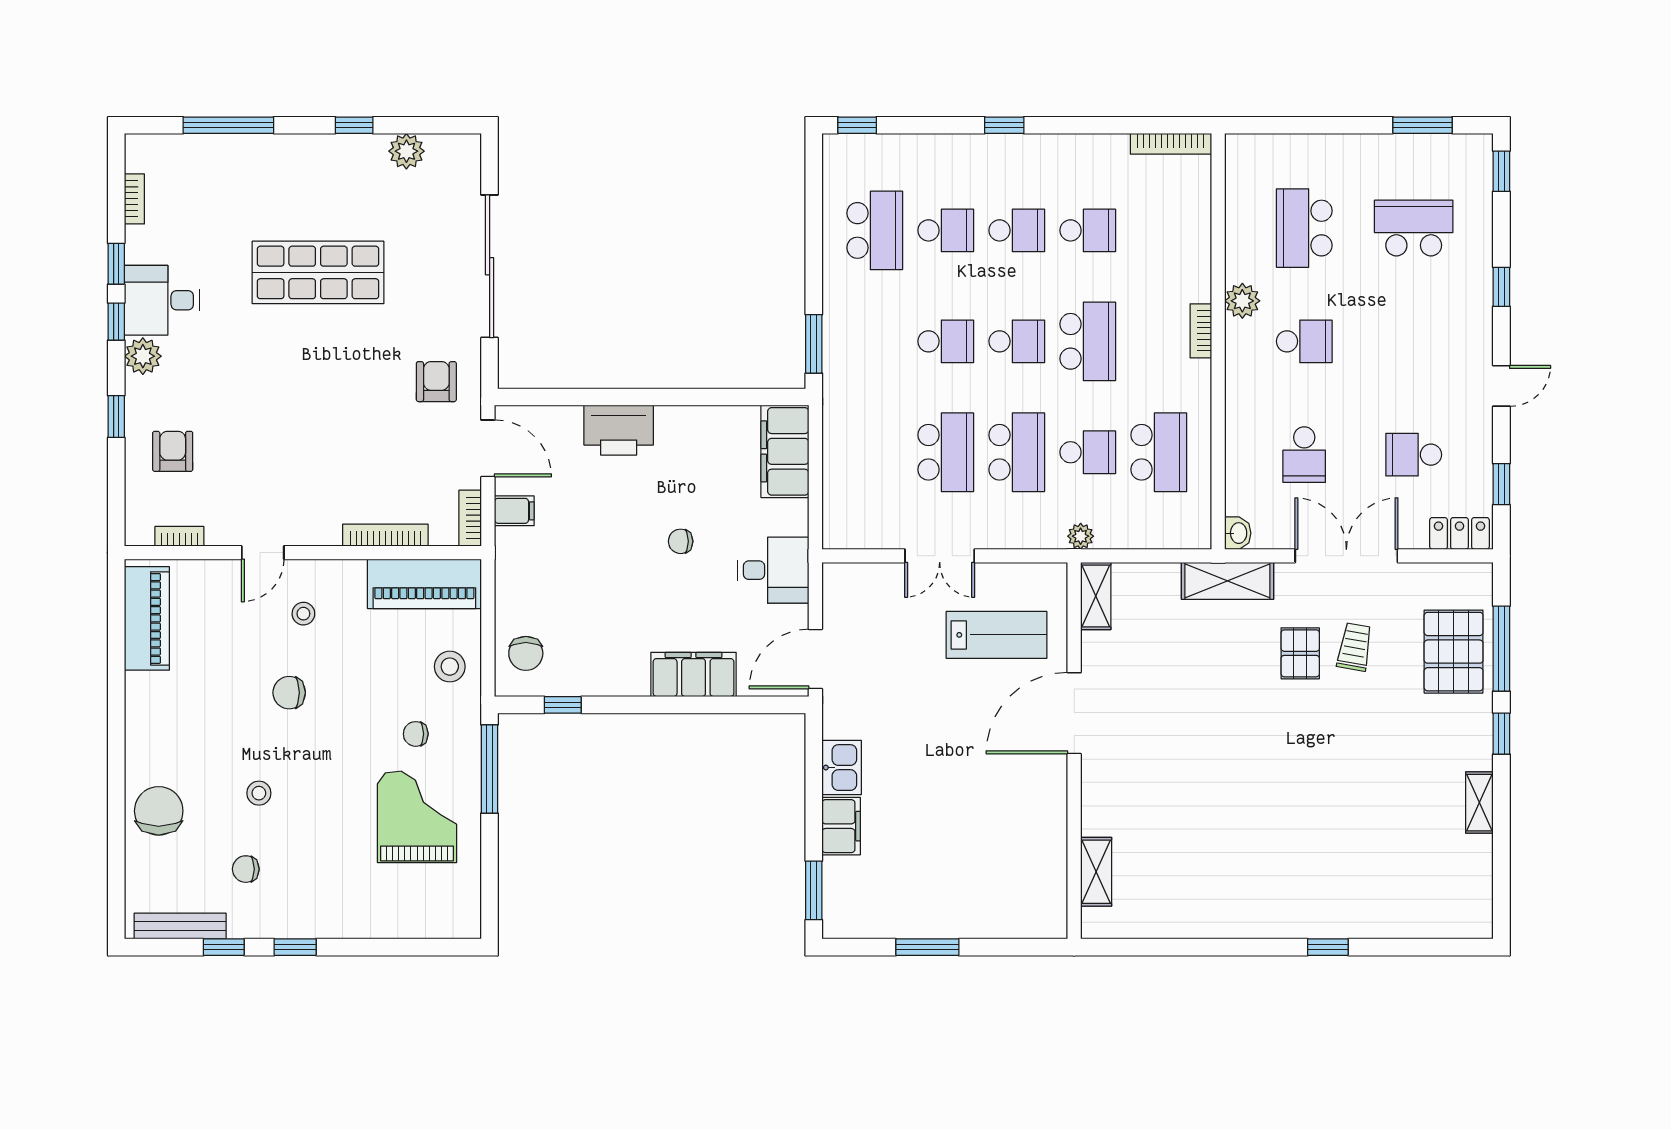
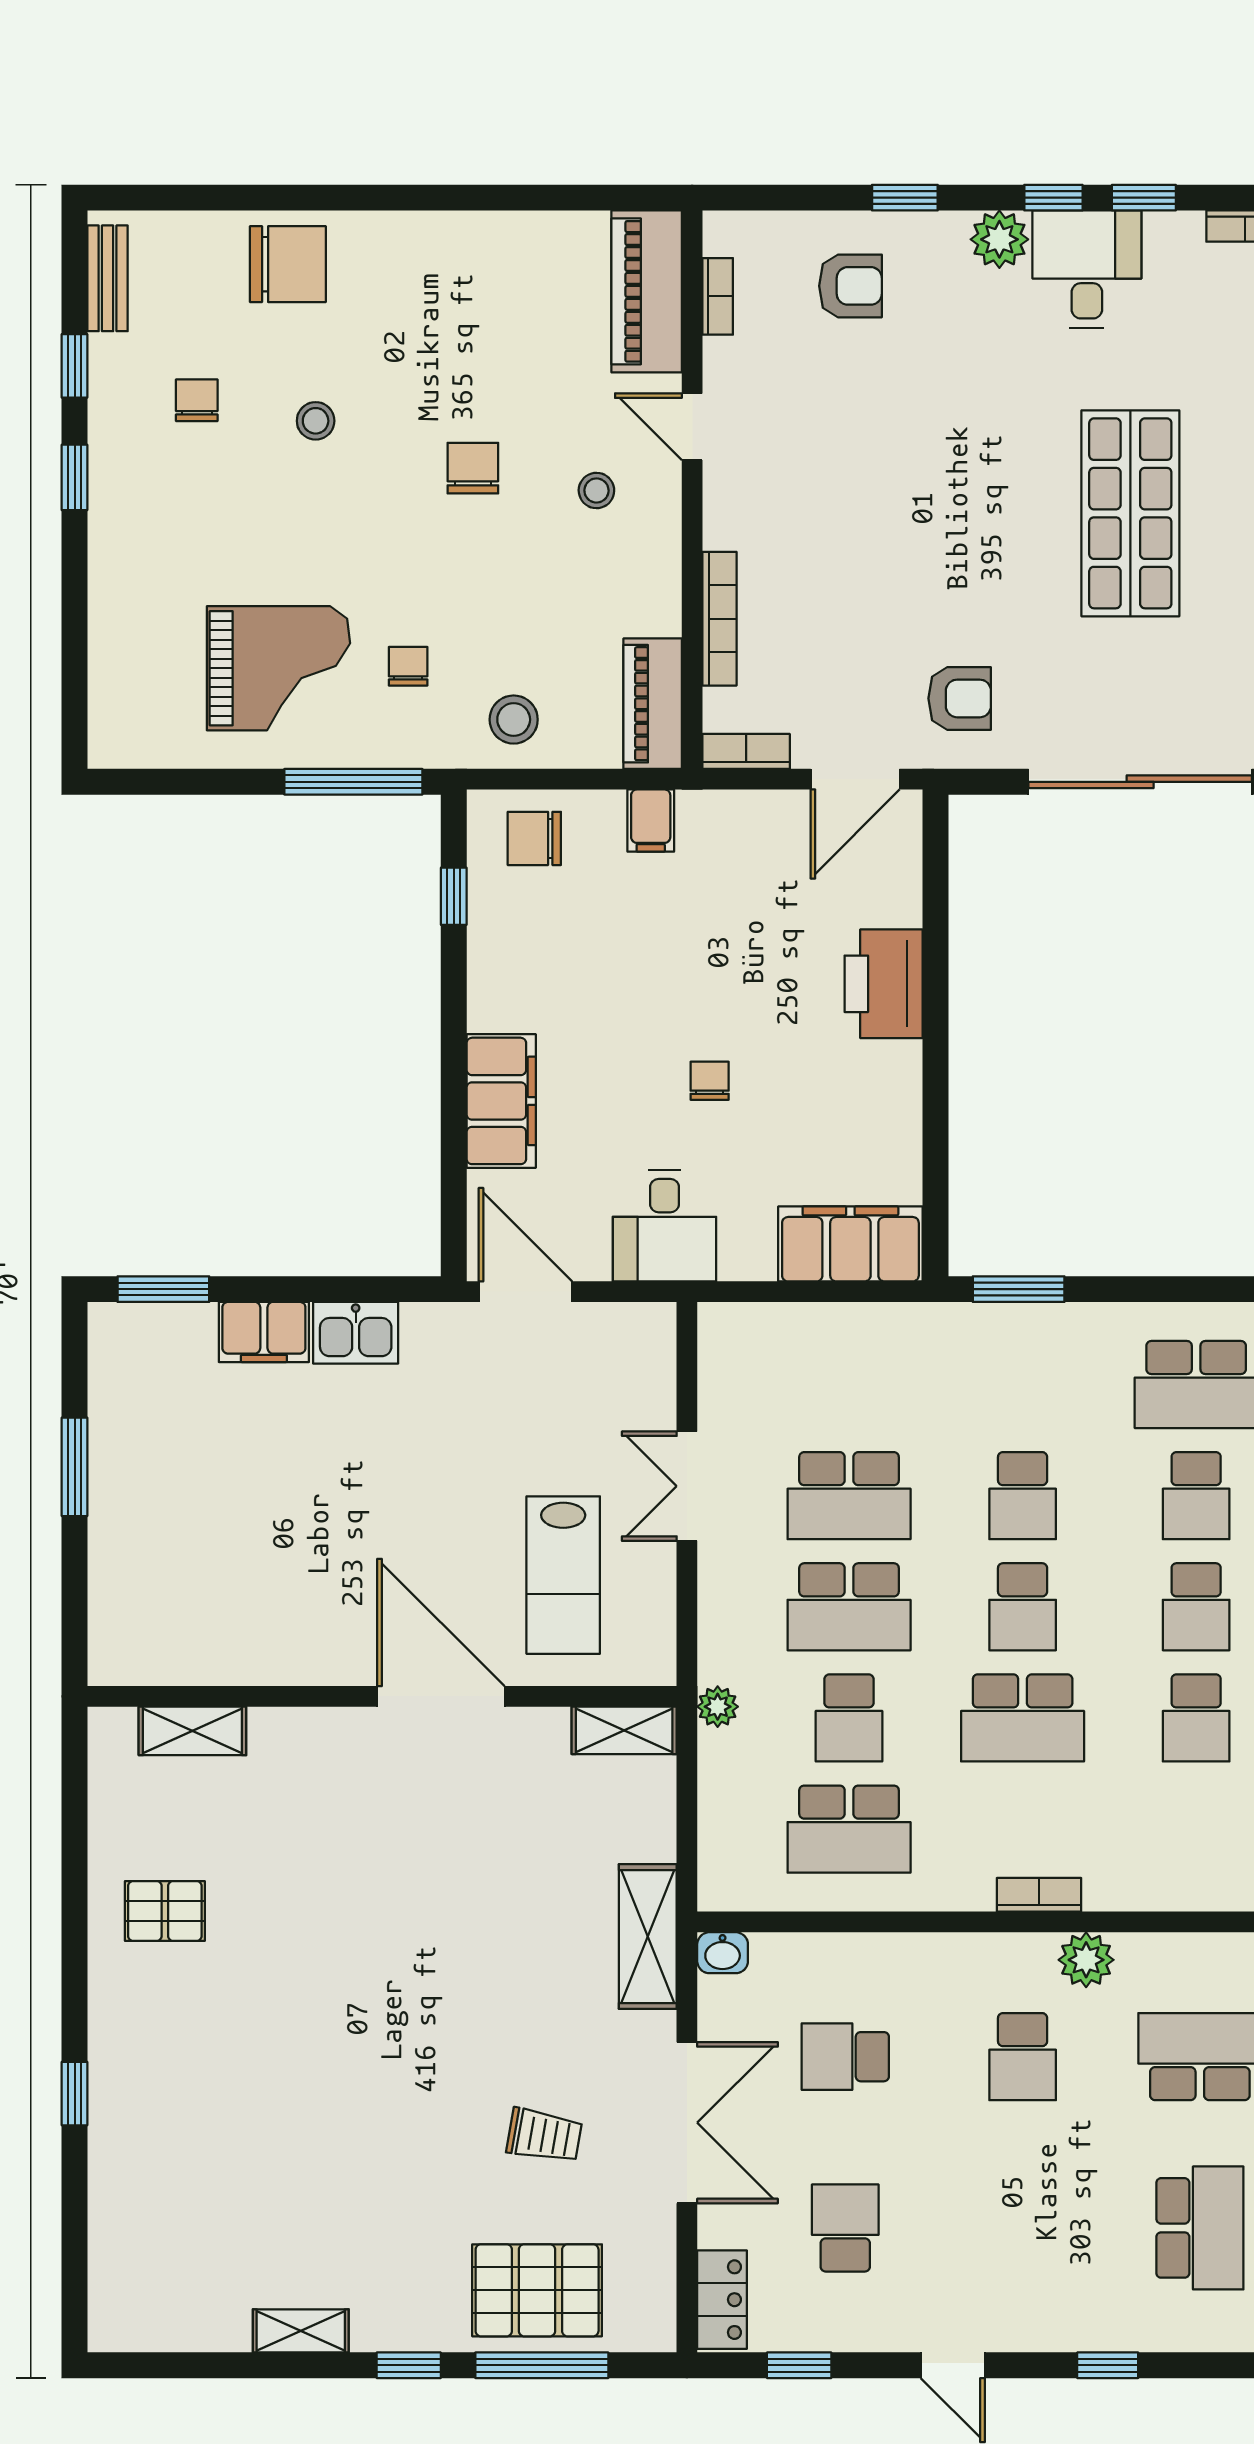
filing cabinet: (514, 511) -> (651, 821), moved
piano: (424, 584) -> (653, 704), width x0.73, depth x0.75
piano: (147, 618) -> (647, 291), moved, turned 90
pallet: (1300, 653) -> (165, 1911), moved
bench: (180, 926) -> (108, 278), width x0.73

